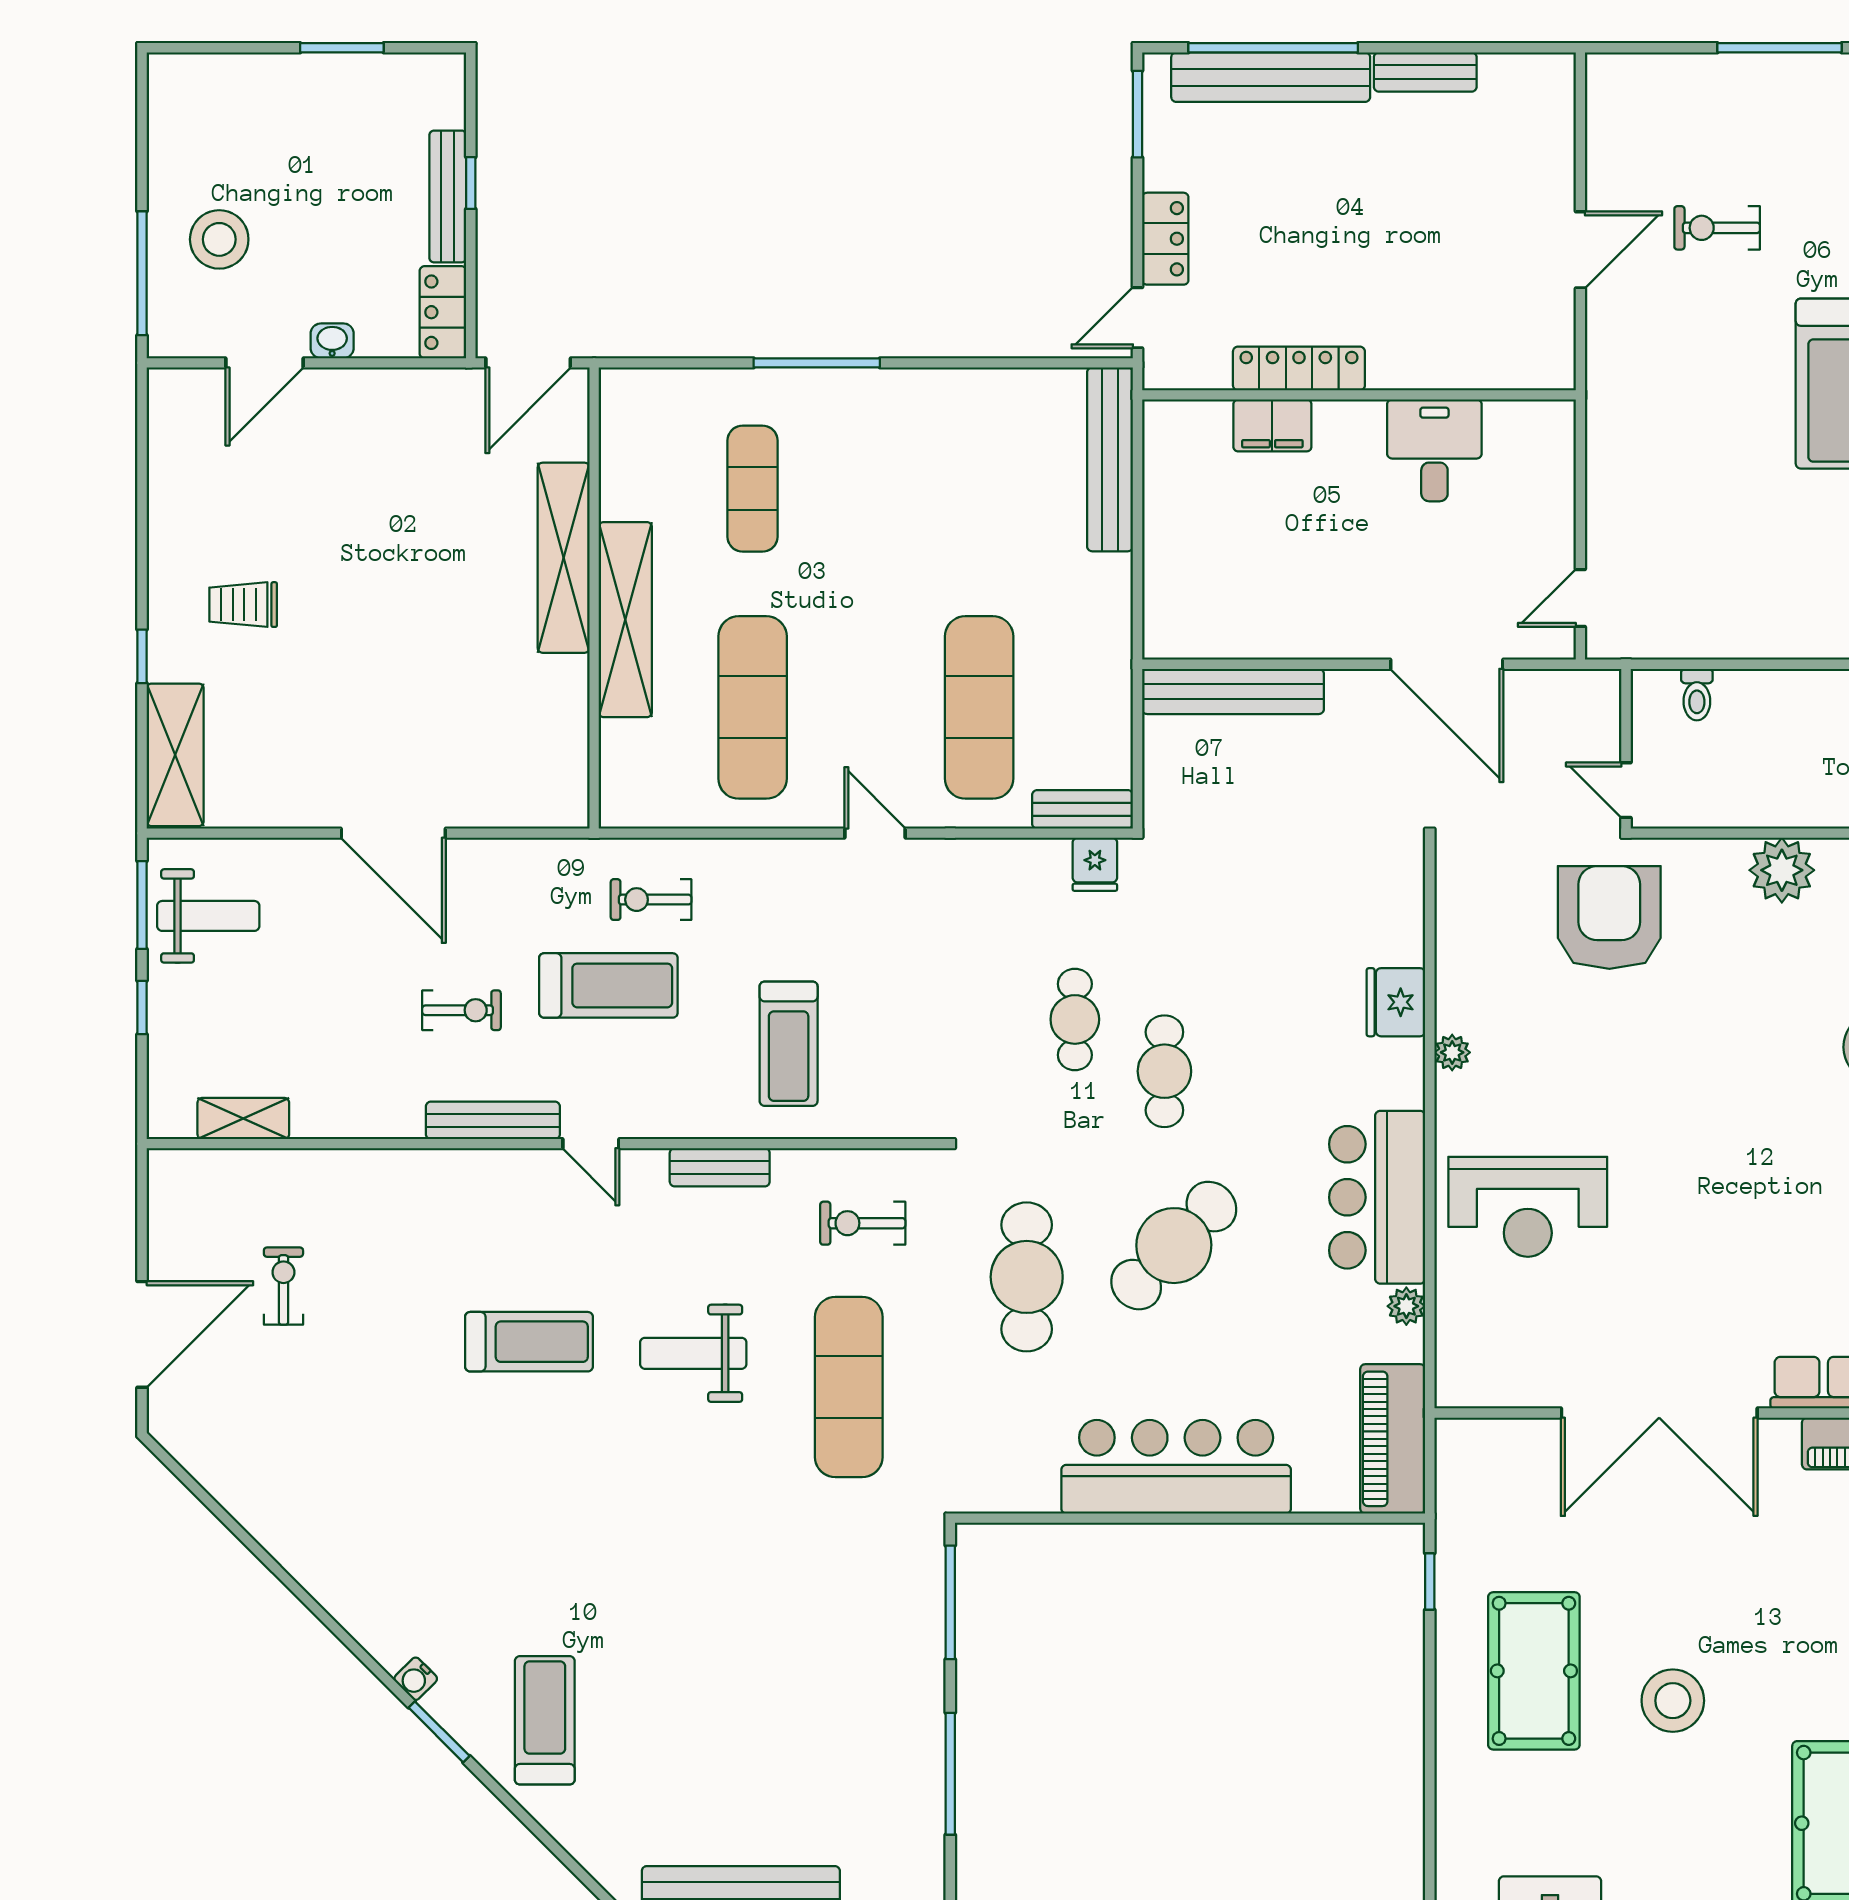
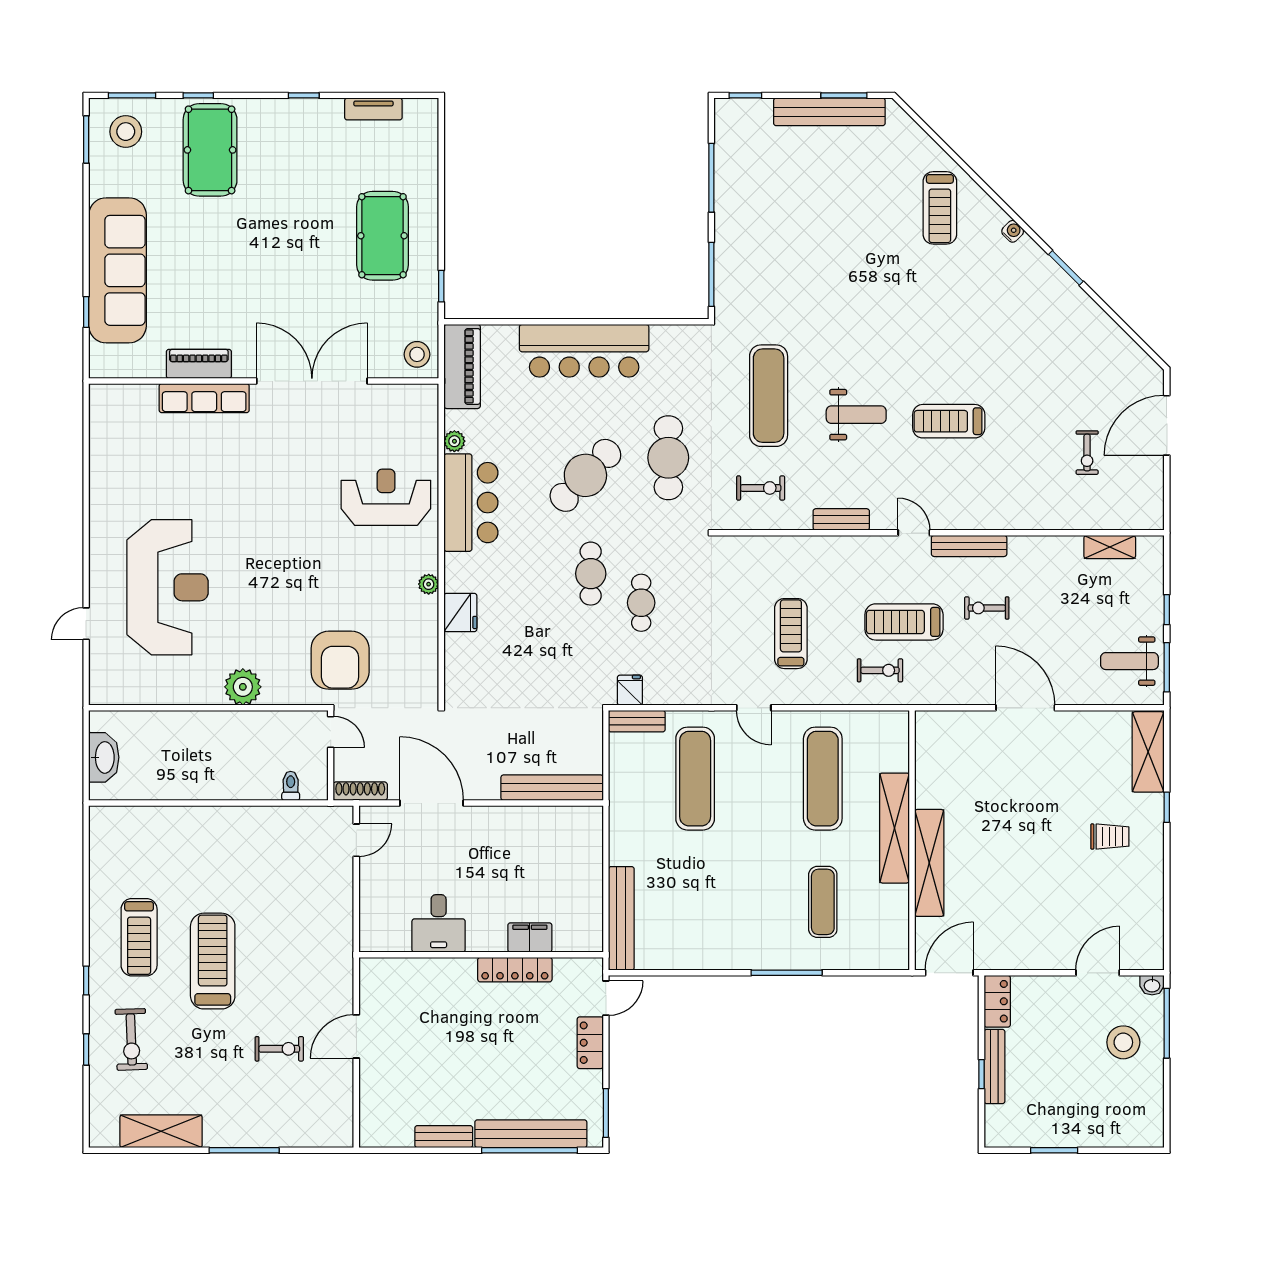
washbasin: (332, 341) -> (1152, 985), moved
shoe rack: (1573, 685) -> (360, 791), added
treadmill: (789, 1044) -> (791, 634), moved
stool: (1673, 1701) -> (417, 354), moved, width x0.73, depth x0.73
window: (439, 1732) -> (1066, 268), moved

